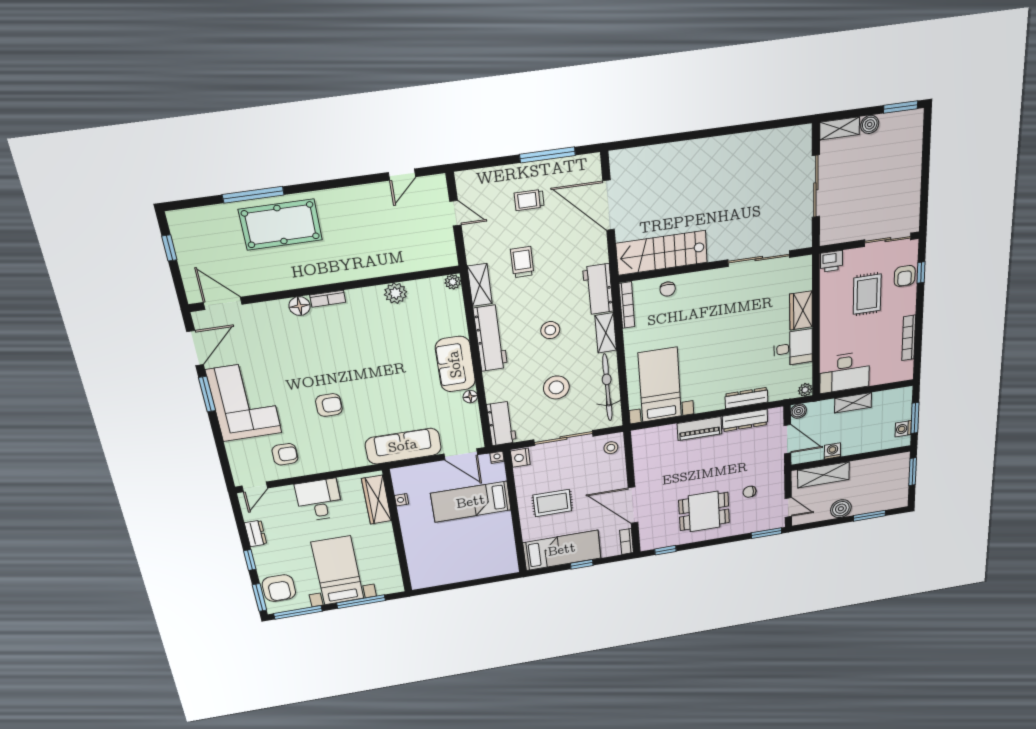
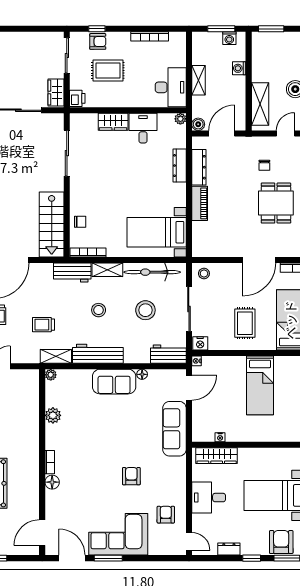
wardrobe: (839, 233) -> (56, 92), added
washing machine: (832, 451) -> (239, 68), moved
bed: (471, 502) -> (260, 385), moved
armchair: (279, 588) -> (281, 542), turned -90

